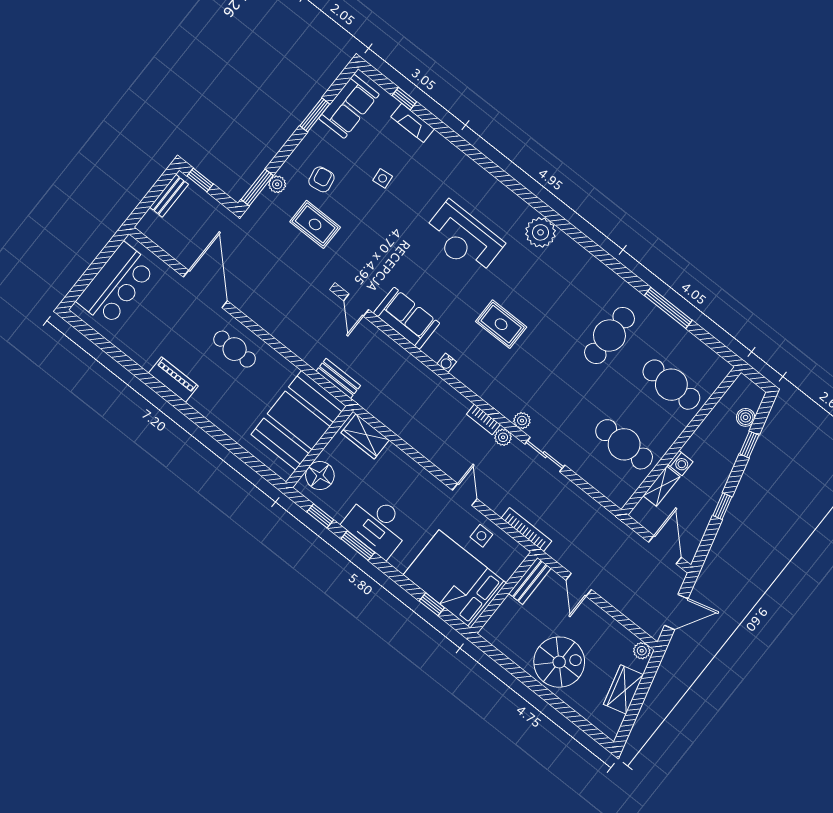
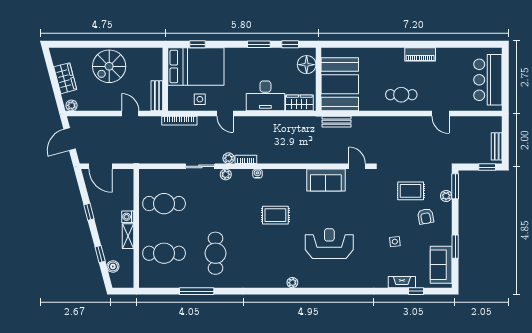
plant: (541, 232) -> (292, 283), width x0.53, depth x0.53
door: (205, 289) -> (440, 114), width x0.53
water cooler: (447, 363) -> (257, 174), moved
shelving: (661, 486) -> (128, 236), moved
desk: (377, 525) -> (265, 96), moved, turned 180

